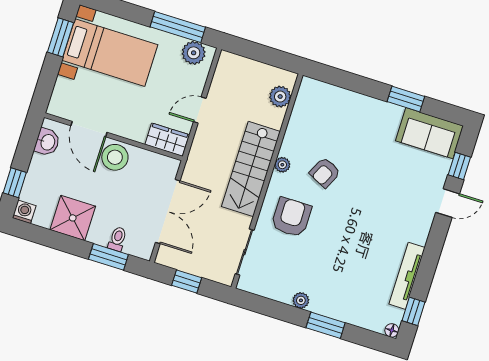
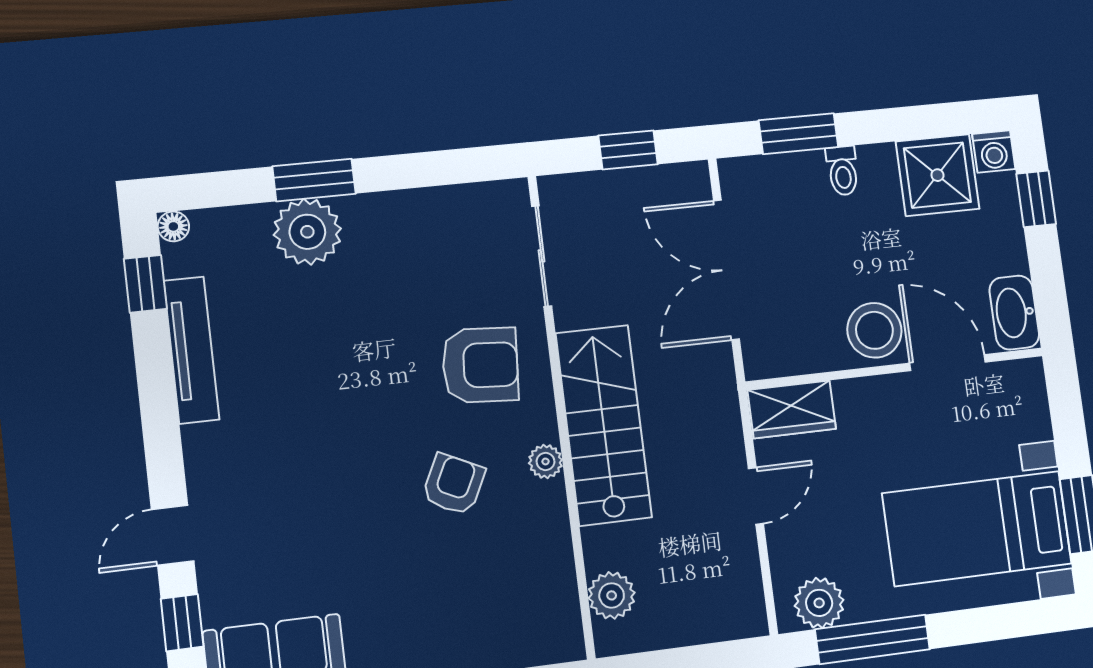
washbasin: (47, 142) -> (1014, 313), width x1.38
armchair: (291, 217) -> (480, 365), turned -86
shower: (73, 218) -> (937, 175), moved
toilet: (117, 239) -> (843, 171), moved
plant: (301, 300) -> (307, 232), moved, width x1.87, depth x1.87

